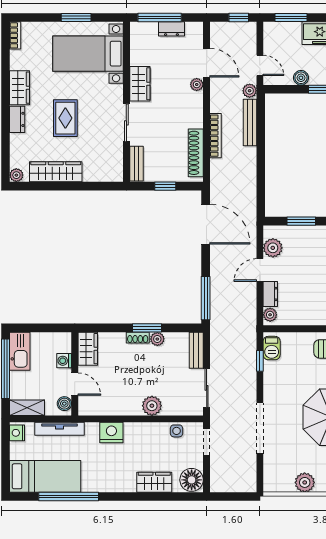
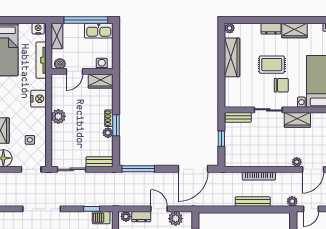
chair: (93, 105) -> (281, 85), added
bench: (250, 122) -> (253, 202), moved
shoe rack: (196, 153) -> (246, 161), removed
washing machine: (64, 361) -> (102, 64), moved
plant: (152, 406) -> (58, 116), moved
side table: (177, 431) -> (30, 140), moved

